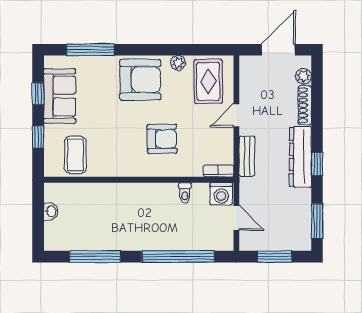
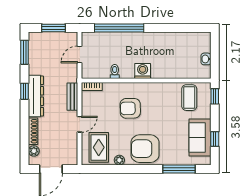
window: (38, 137) -> (215, 96), moved
washing machine: (221, 194) -> (143, 71), moved
door: (236, 218) -> (80, 54), hinge flipped
window: (95, 257) -> (176, 28), removed

